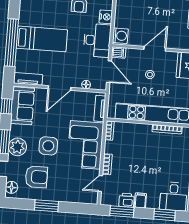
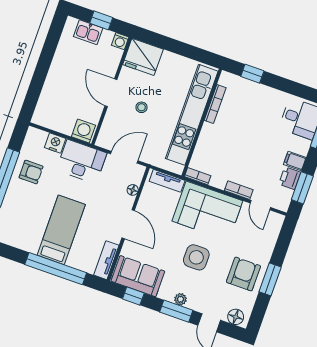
dishwasher: (119, 53) -> (104, 139), removed
plant: (17, 147) -> (180, 299), width x0.53, depth x0.53
armchair: (36, 177) -> (243, 274), moved

